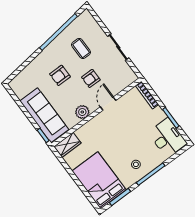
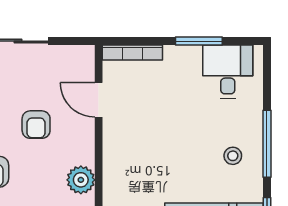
door: (108, 104) -> (99, 100), moved
desk: (167, 138) -> (228, 72), width x0.73

